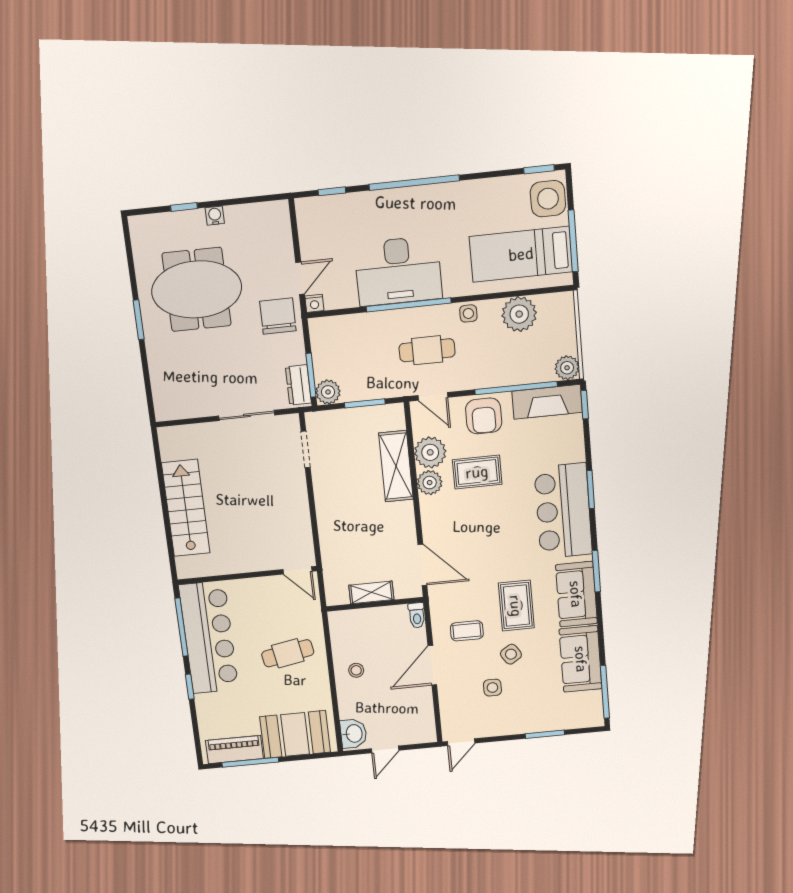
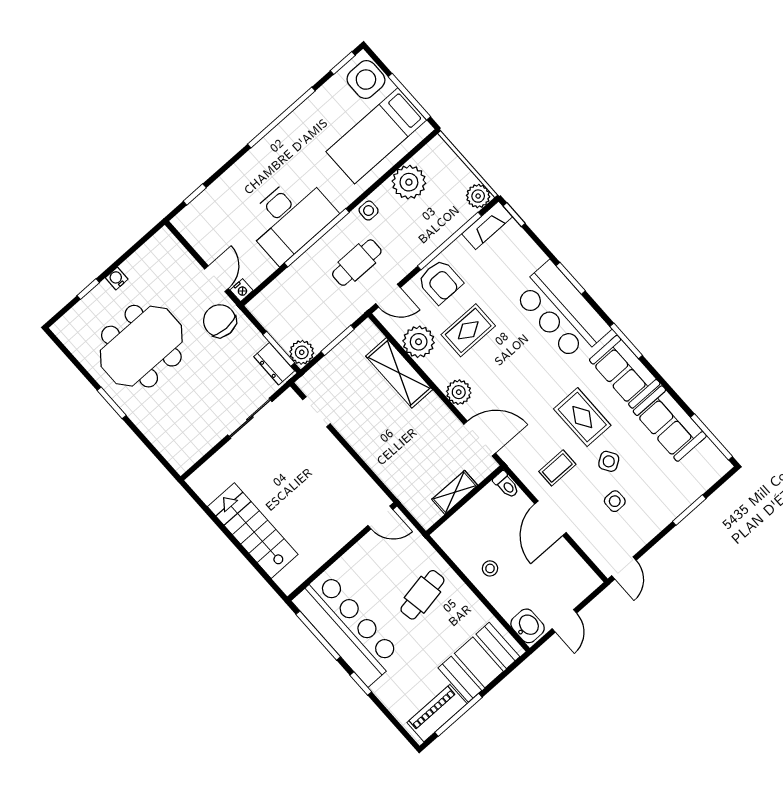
window: (414, 183) -> (281, 118), moved
fireplace: (547, 402) -> (487, 225), width x0.73, depth x0.76
plant: (430, 483) -> (459, 392), moved

